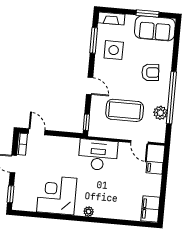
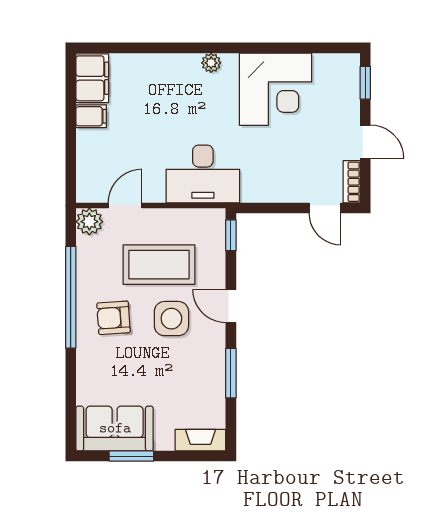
window: (94, 40) -> (231, 373), moved
side table: (114, 50) -> (171, 319), moved
armchair: (150, 72) -> (114, 318), moved
plant: (160, 113) -> (89, 222), moved
door: (139, 142) -> (125, 205), hinge flipped
filing cabinet: (155, 168) -> (91, 116), moved

